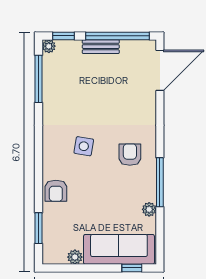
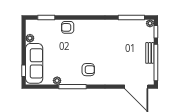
side table: (84, 146) -> (93, 43), removed

